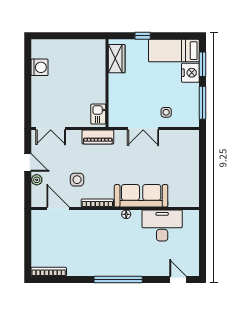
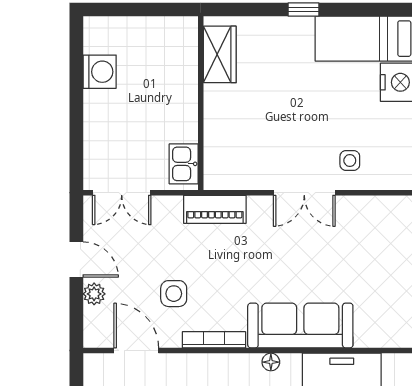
wardrobe: (117, 59) -> (220, 54), moved
wall: (107, 83) -> (201, 103), moved
kitchen sink: (98, 114) -> (184, 164), moved

